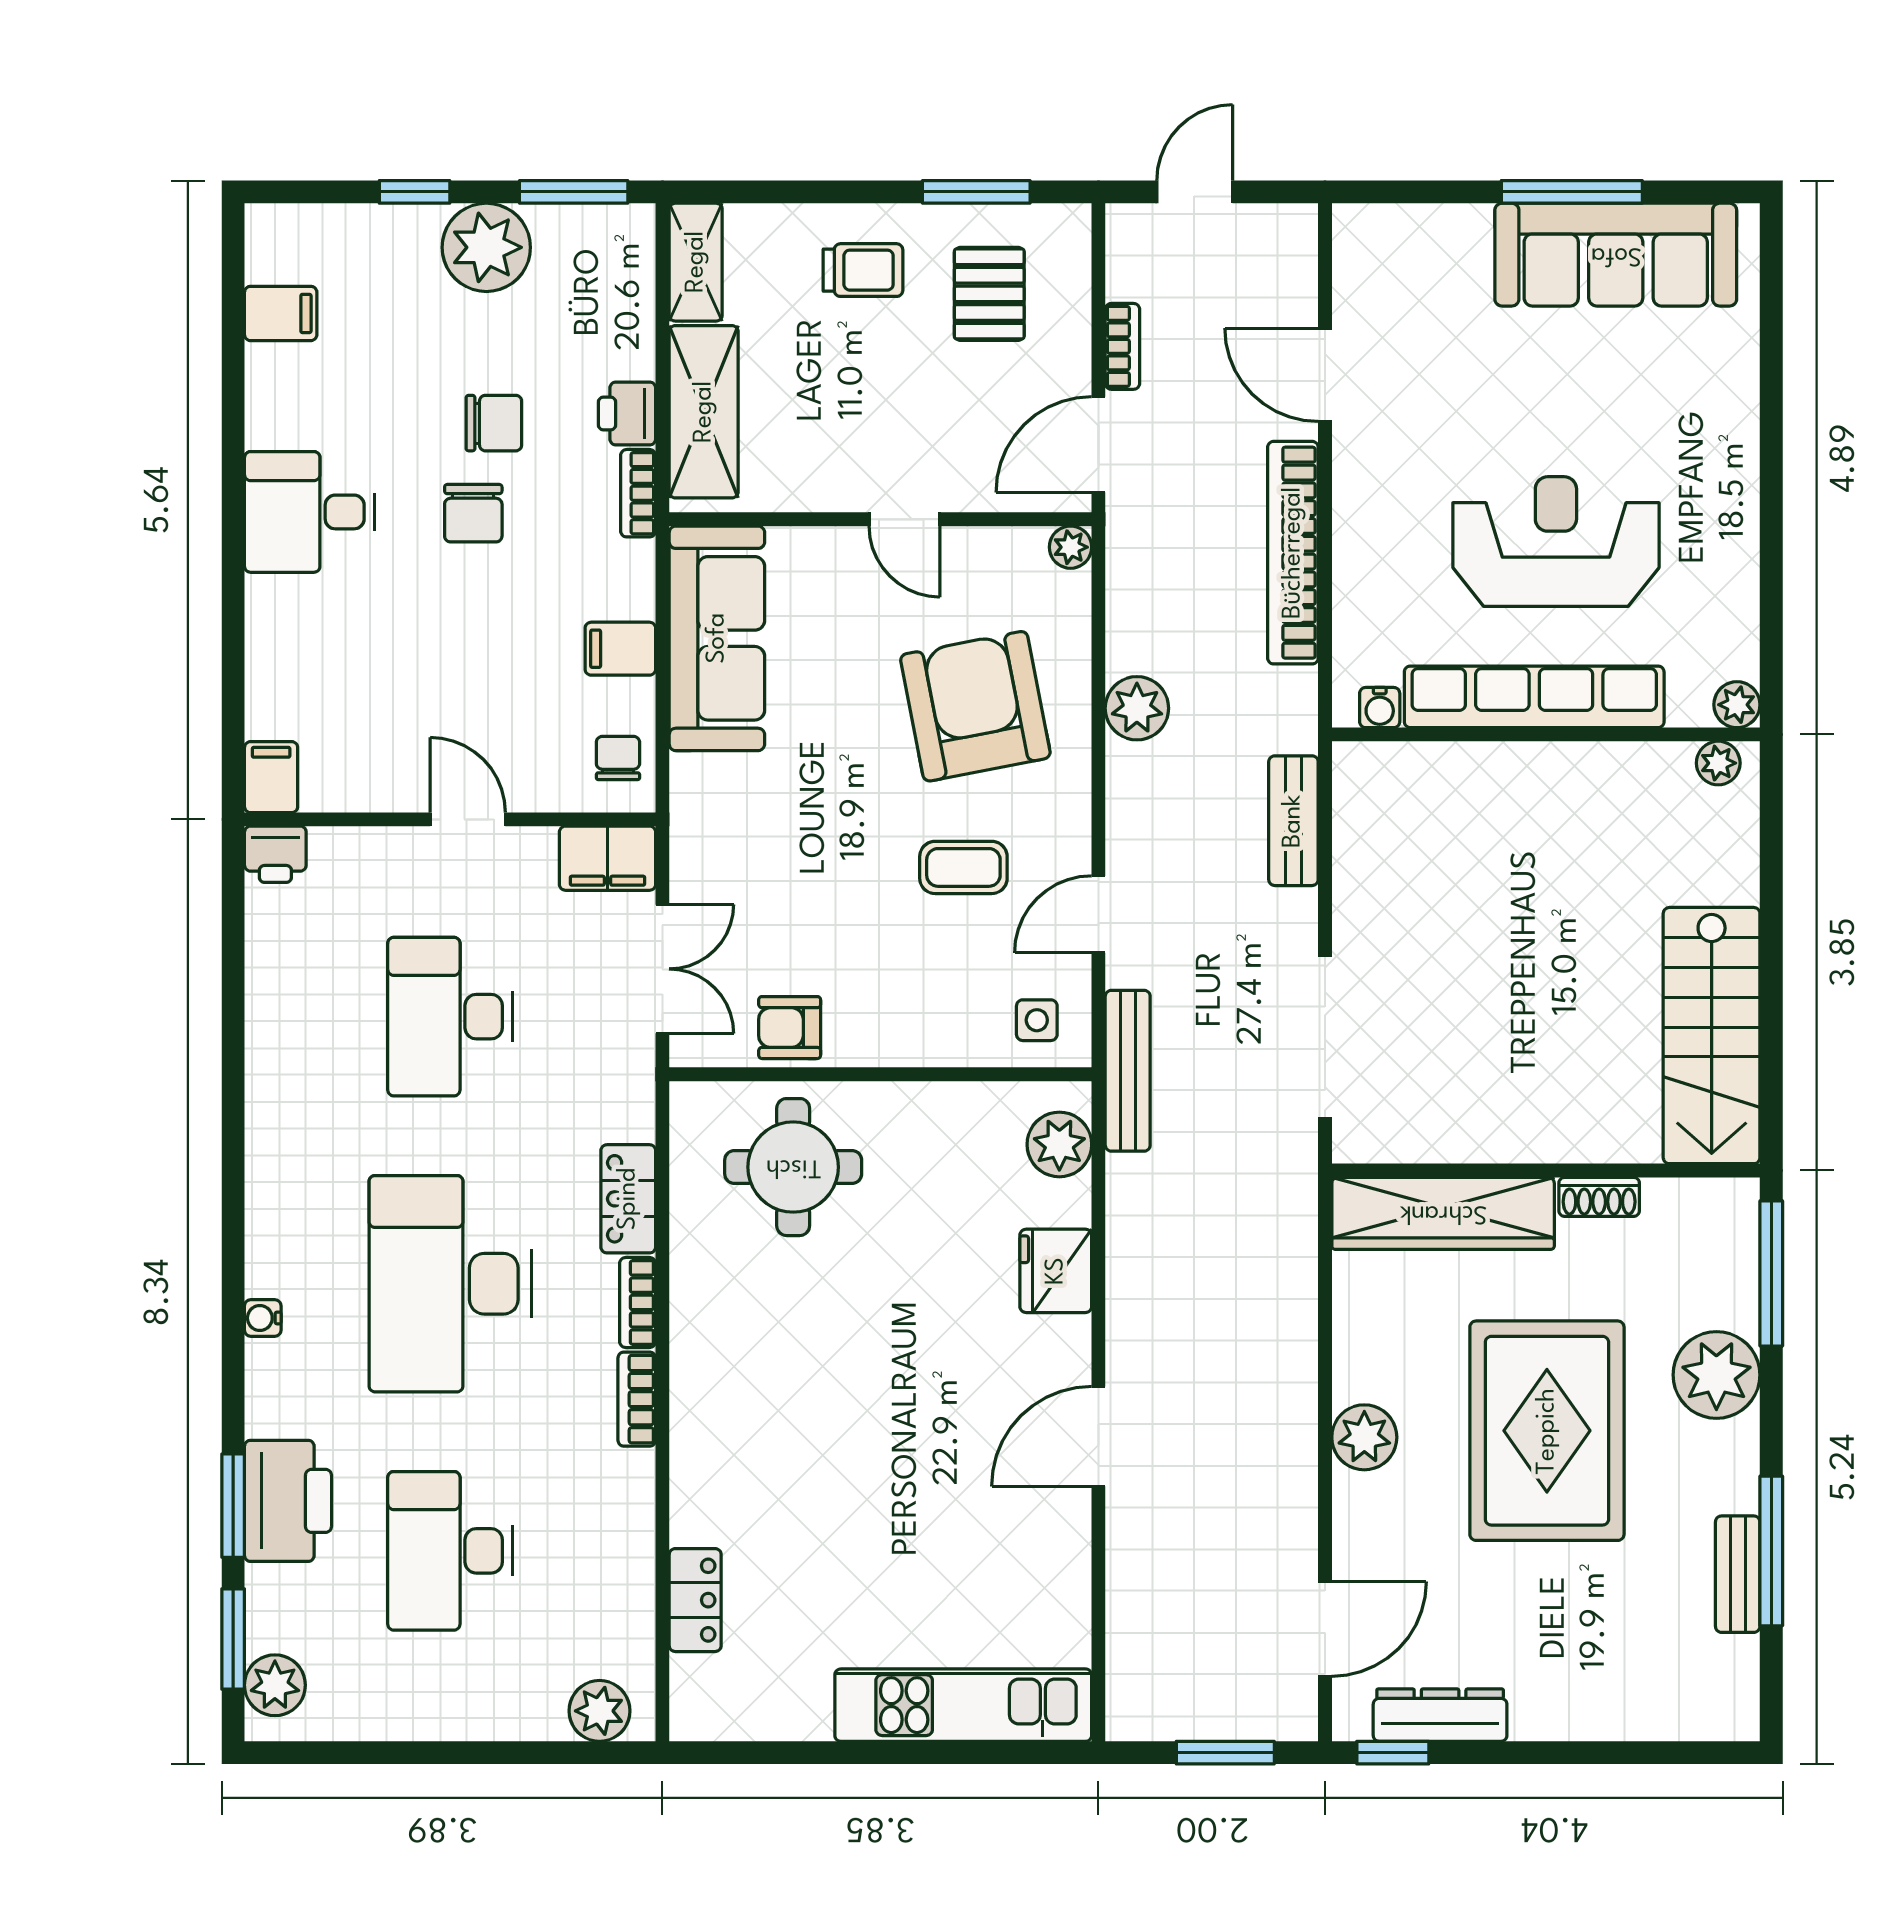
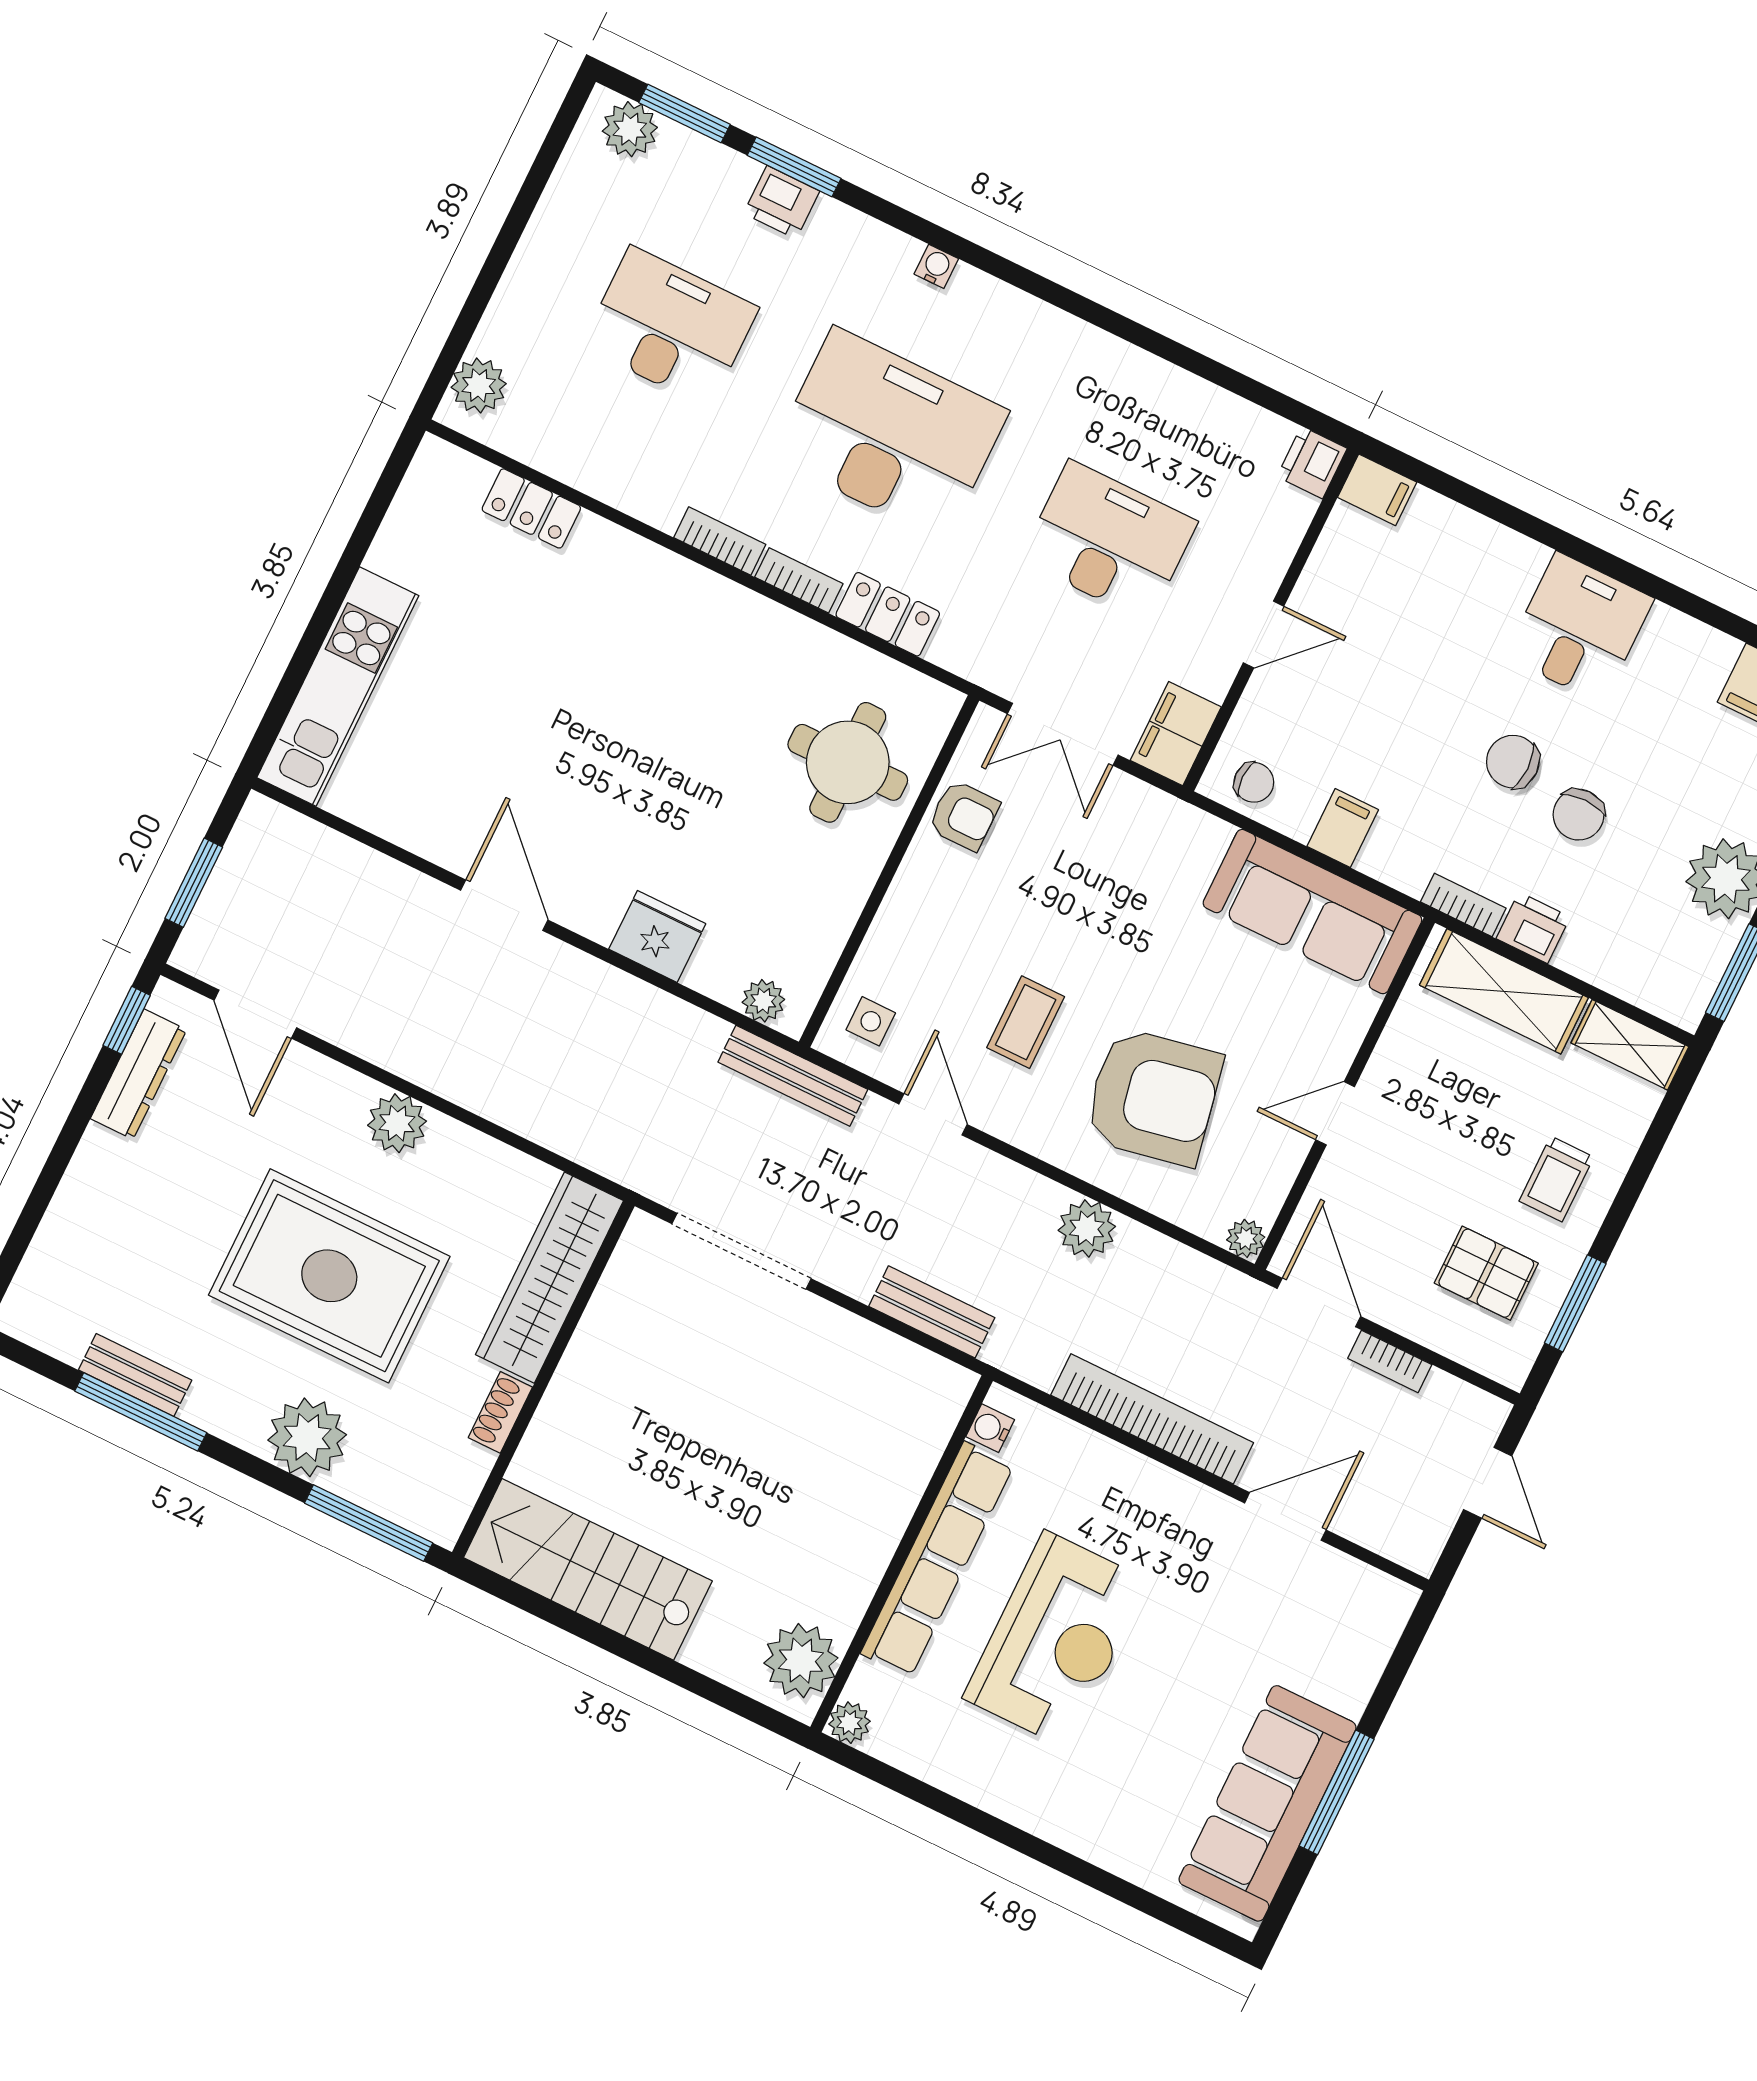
plant: (1718, 763) -> (801, 1661), width x1.88, depth x1.88
armchair: (790, 1028) -> (964, 815), turned 90
plant: (1059, 1144) -> (763, 1001), width x0.73, depth x0.73
printer: (288, 1501) -> (782, 202), width x0.53, depth x0.68

